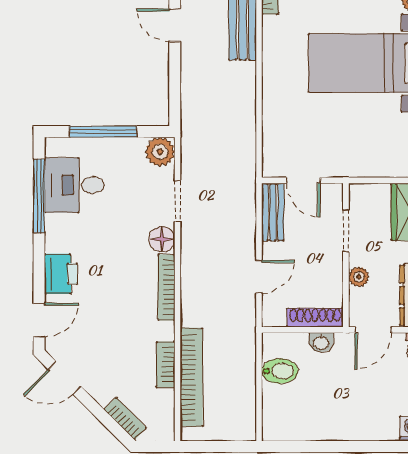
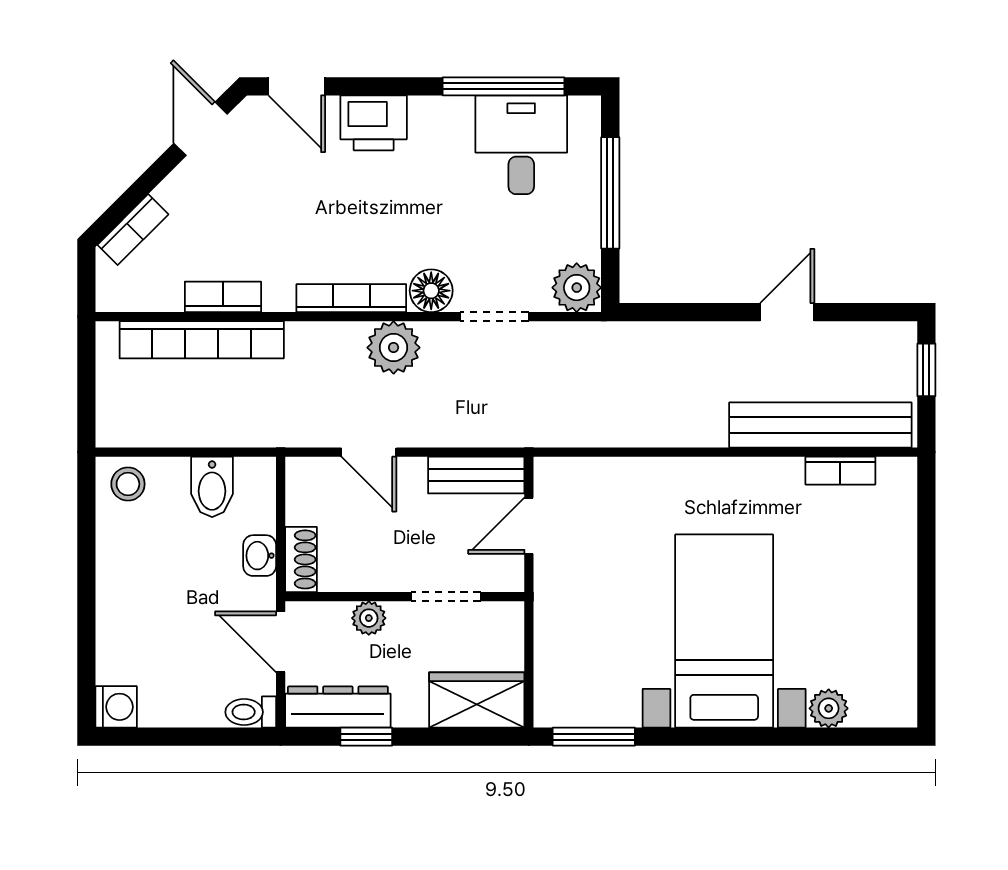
plant: (196, 262) -> (394, 348), added
shoe rack: (315, 318) -> (301, 559), width x0.70
stool: (278, 422) -> (128, 484), added

